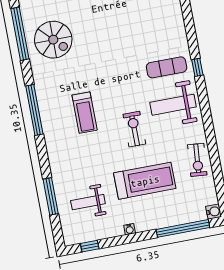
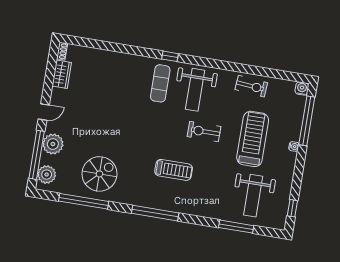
weight bench: (88, 202) -> (253, 196), width x1.36, depth x1.33
water cooler: (130, 229) -> (294, 146), moved

